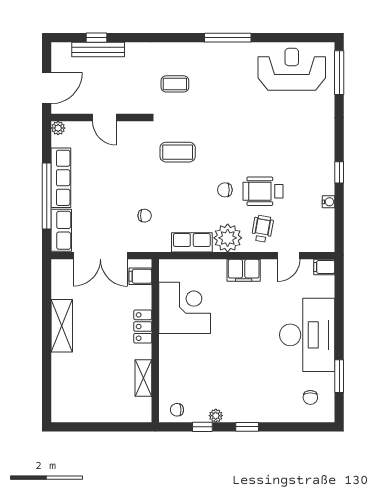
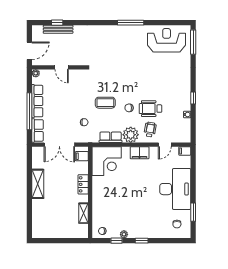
coffee table: (175, 84) -> (101, 48), removed
coffee table: (178, 152) -> (105, 103), moved
corner desk: (185, 308) -> (107, 161), moved, turned 90

